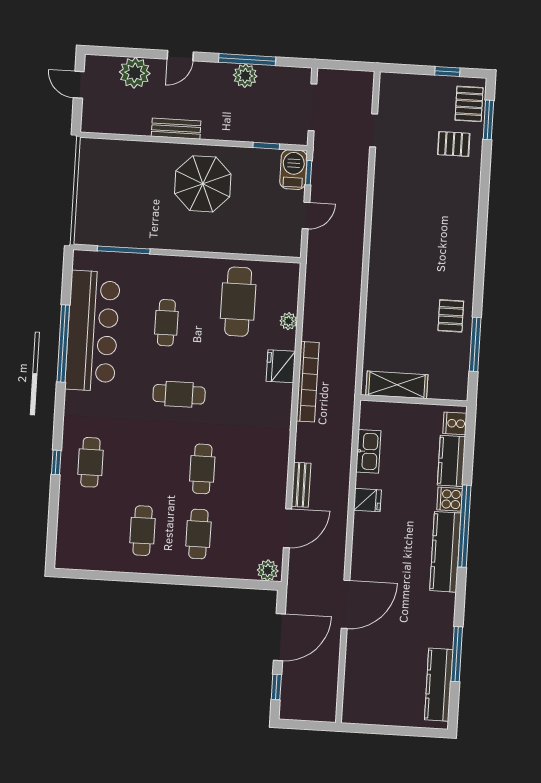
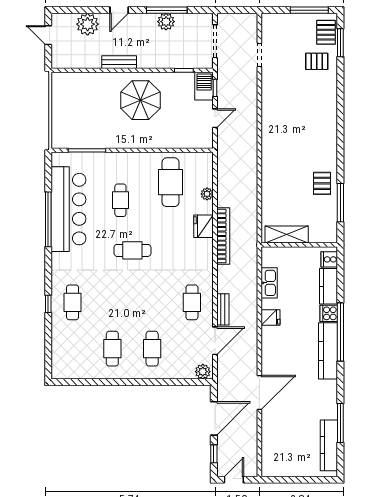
window: (447, 71) -> (309, 10), width x2.17
cafe table: (202, 469) -> (192, 302), moved
door: (302, 725) -> (234, 480), added

